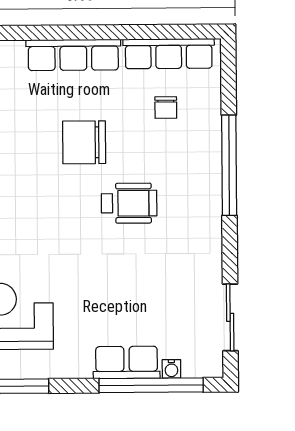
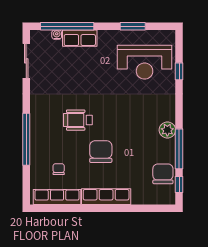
chair: (84, 142) -> (101, 152), turned -90

